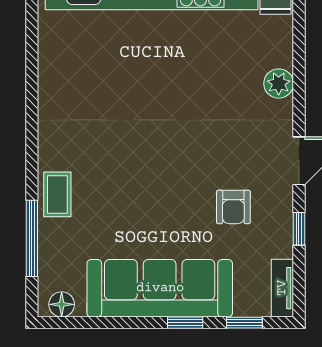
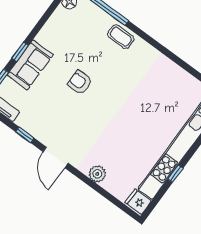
armchair: (233, 207) -> (80, 82), moved
sofa: (160, 288) -> (30, 65), width x0.54, depth x0.79

